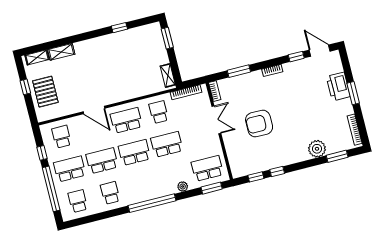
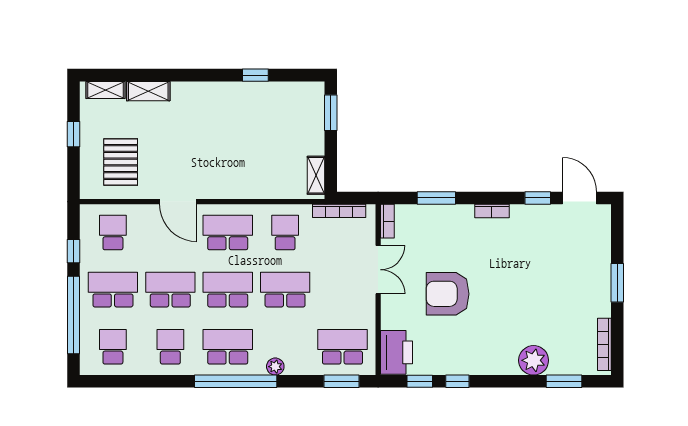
printer: (338, 86) -> (396, 352), moved, turned 180
pallet: (45, 92) -> (121, 162), moved
school desk: (143, 185) -> (228, 347), added
plant: (183, 186) -> (275, 367), moved

